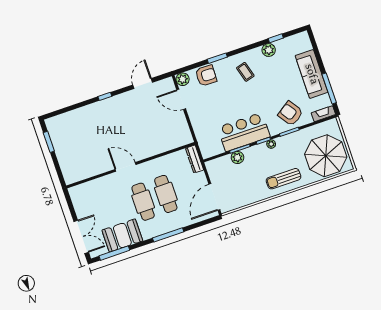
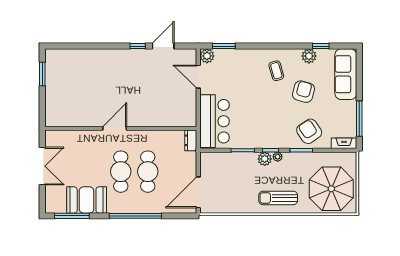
window: (217, 58) -> (224, 46), moved
sofa: (312, 74) -> (346, 74), moved
armchair: (206, 76) -> (303, 92), moved, turned -76
window: (105, 96) -> (138, 46), moved
bar counter: (244, 132) -> (214, 121), moved, turned 90
plant: (238, 157) -> (265, 159), moved
dresser: (194, 159) -> (191, 140), width x0.70
door: (125, 167) -> (115, 128), hinge flipped
window: (168, 235) -> (135, 216), width x1.46
double door: (81, 237) -> (42, 166), moved

